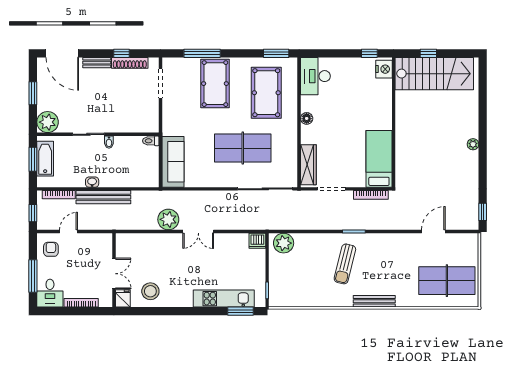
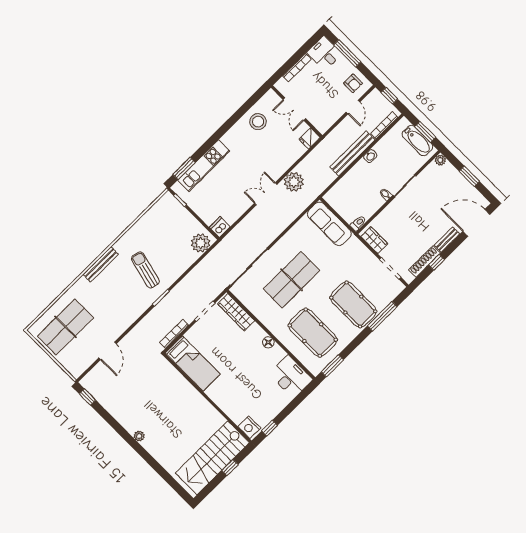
wardrobe: (151, 116) -> (374, 240), added
plant: (48, 122) -> (440, 160), width x0.53, depth x0.53
fridge: (123, 298) -> (310, 138), moved, turned 90

